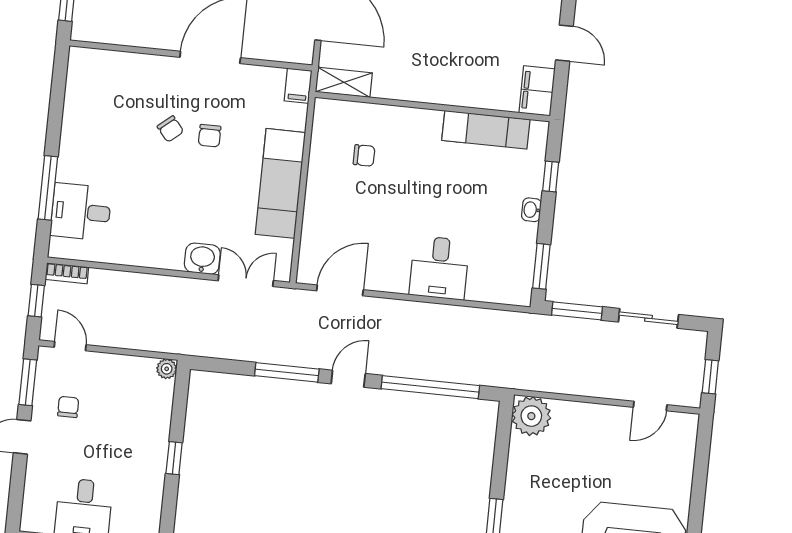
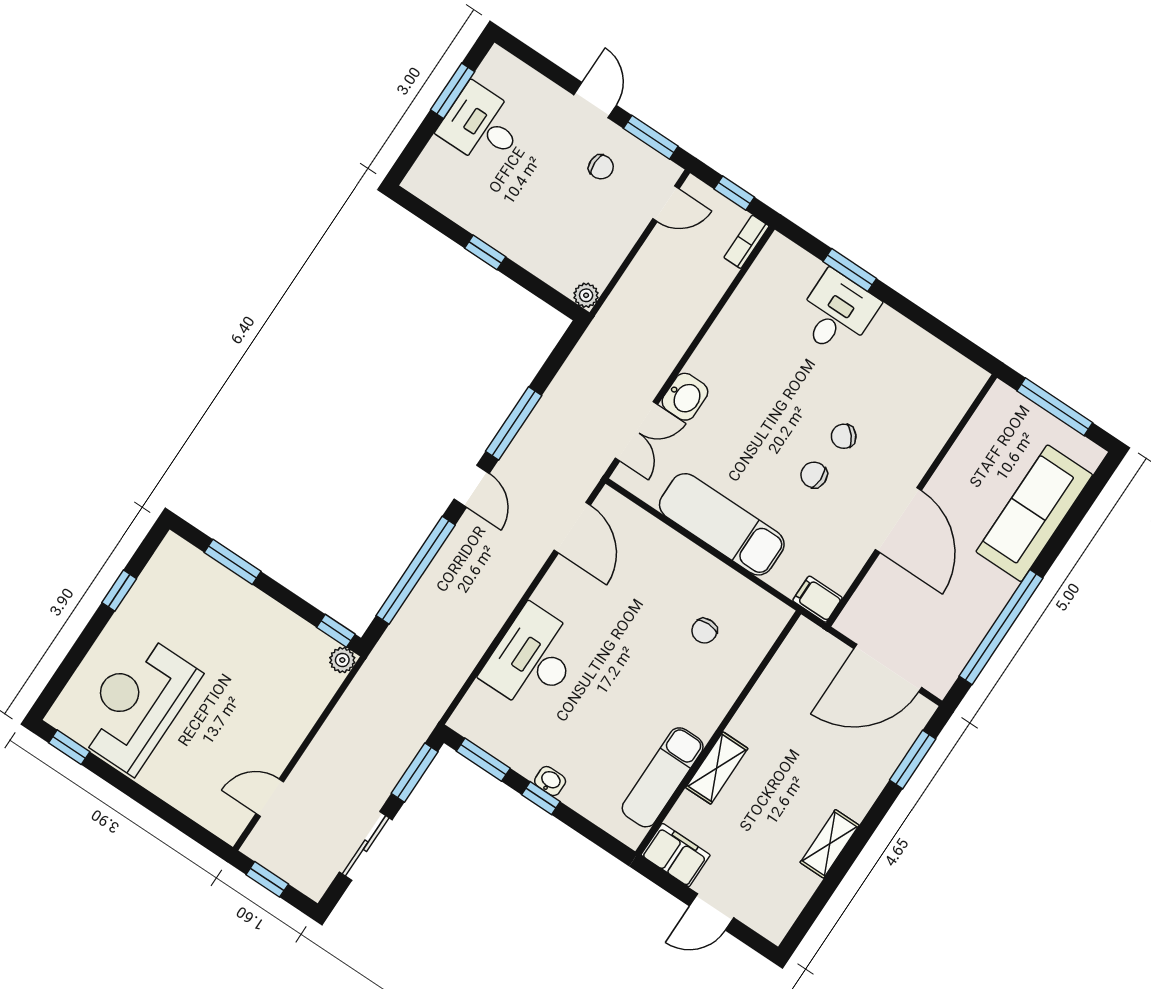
shelving: (344, 82) -> (717, 768), moved
window: (551, 176) -> (541, 798), moved
window: (48, 188) -> (850, 270), width x0.69
desk: (81, 212) -> (837, 313), moved
desk: (439, 268) -> (533, 659), width x1.37
door: (650, 406) -> (270, 798), hinge flipped
plant: (531, 416) -> (342, 660), width x0.53, depth x0.53
window: (504, 422) -> (336, 631), added

